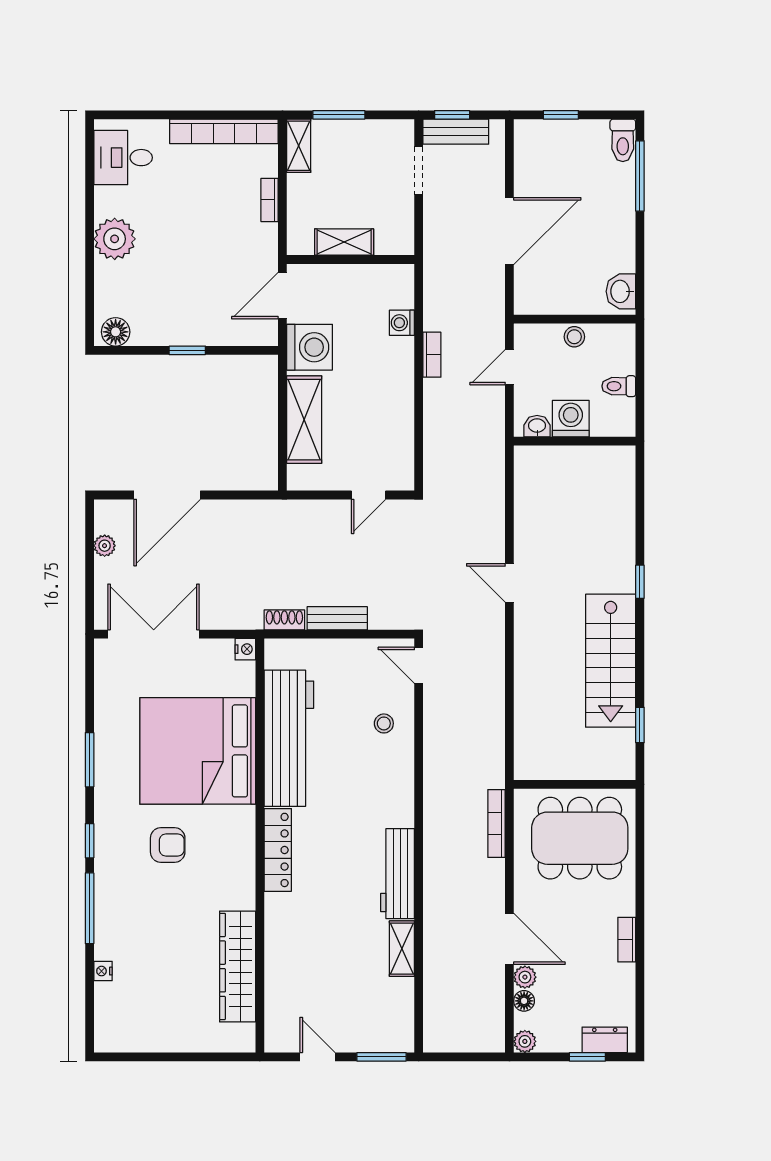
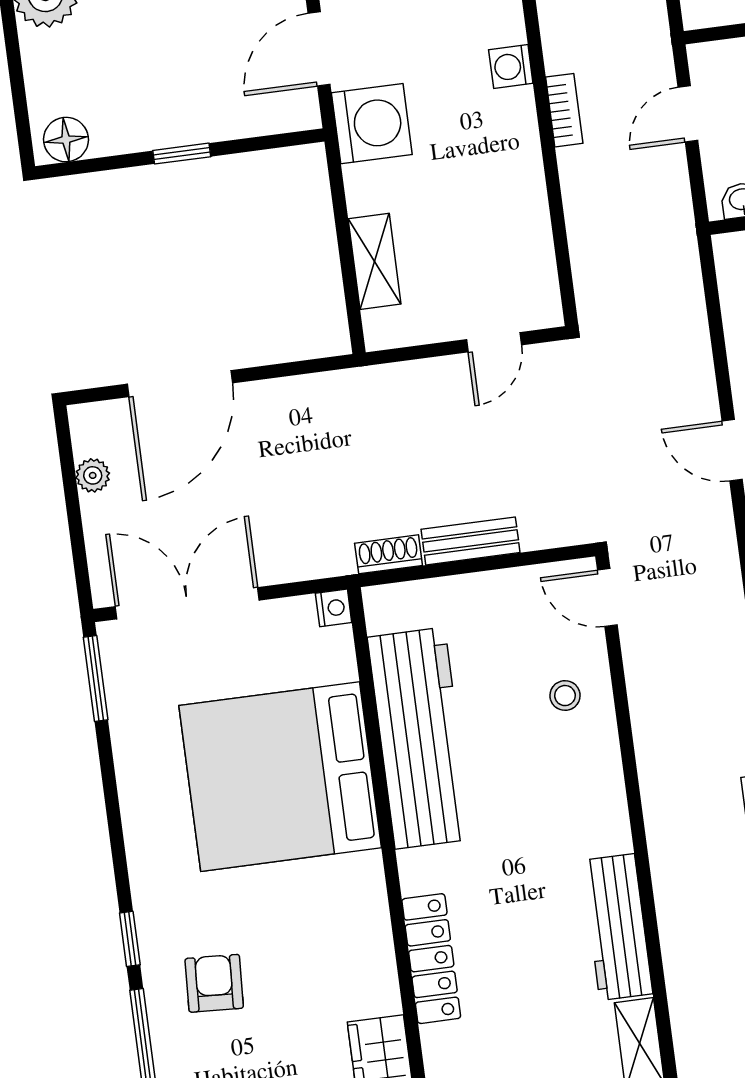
shelving: (304, 420) -> (375, 261), width x0.67, depth x0.75
window: (90, 760) -> (96, 678), moved
armchair: (168, 845) -> (214, 983), moved, turned -87
locker: (278, 850) -> (431, 959), moved

